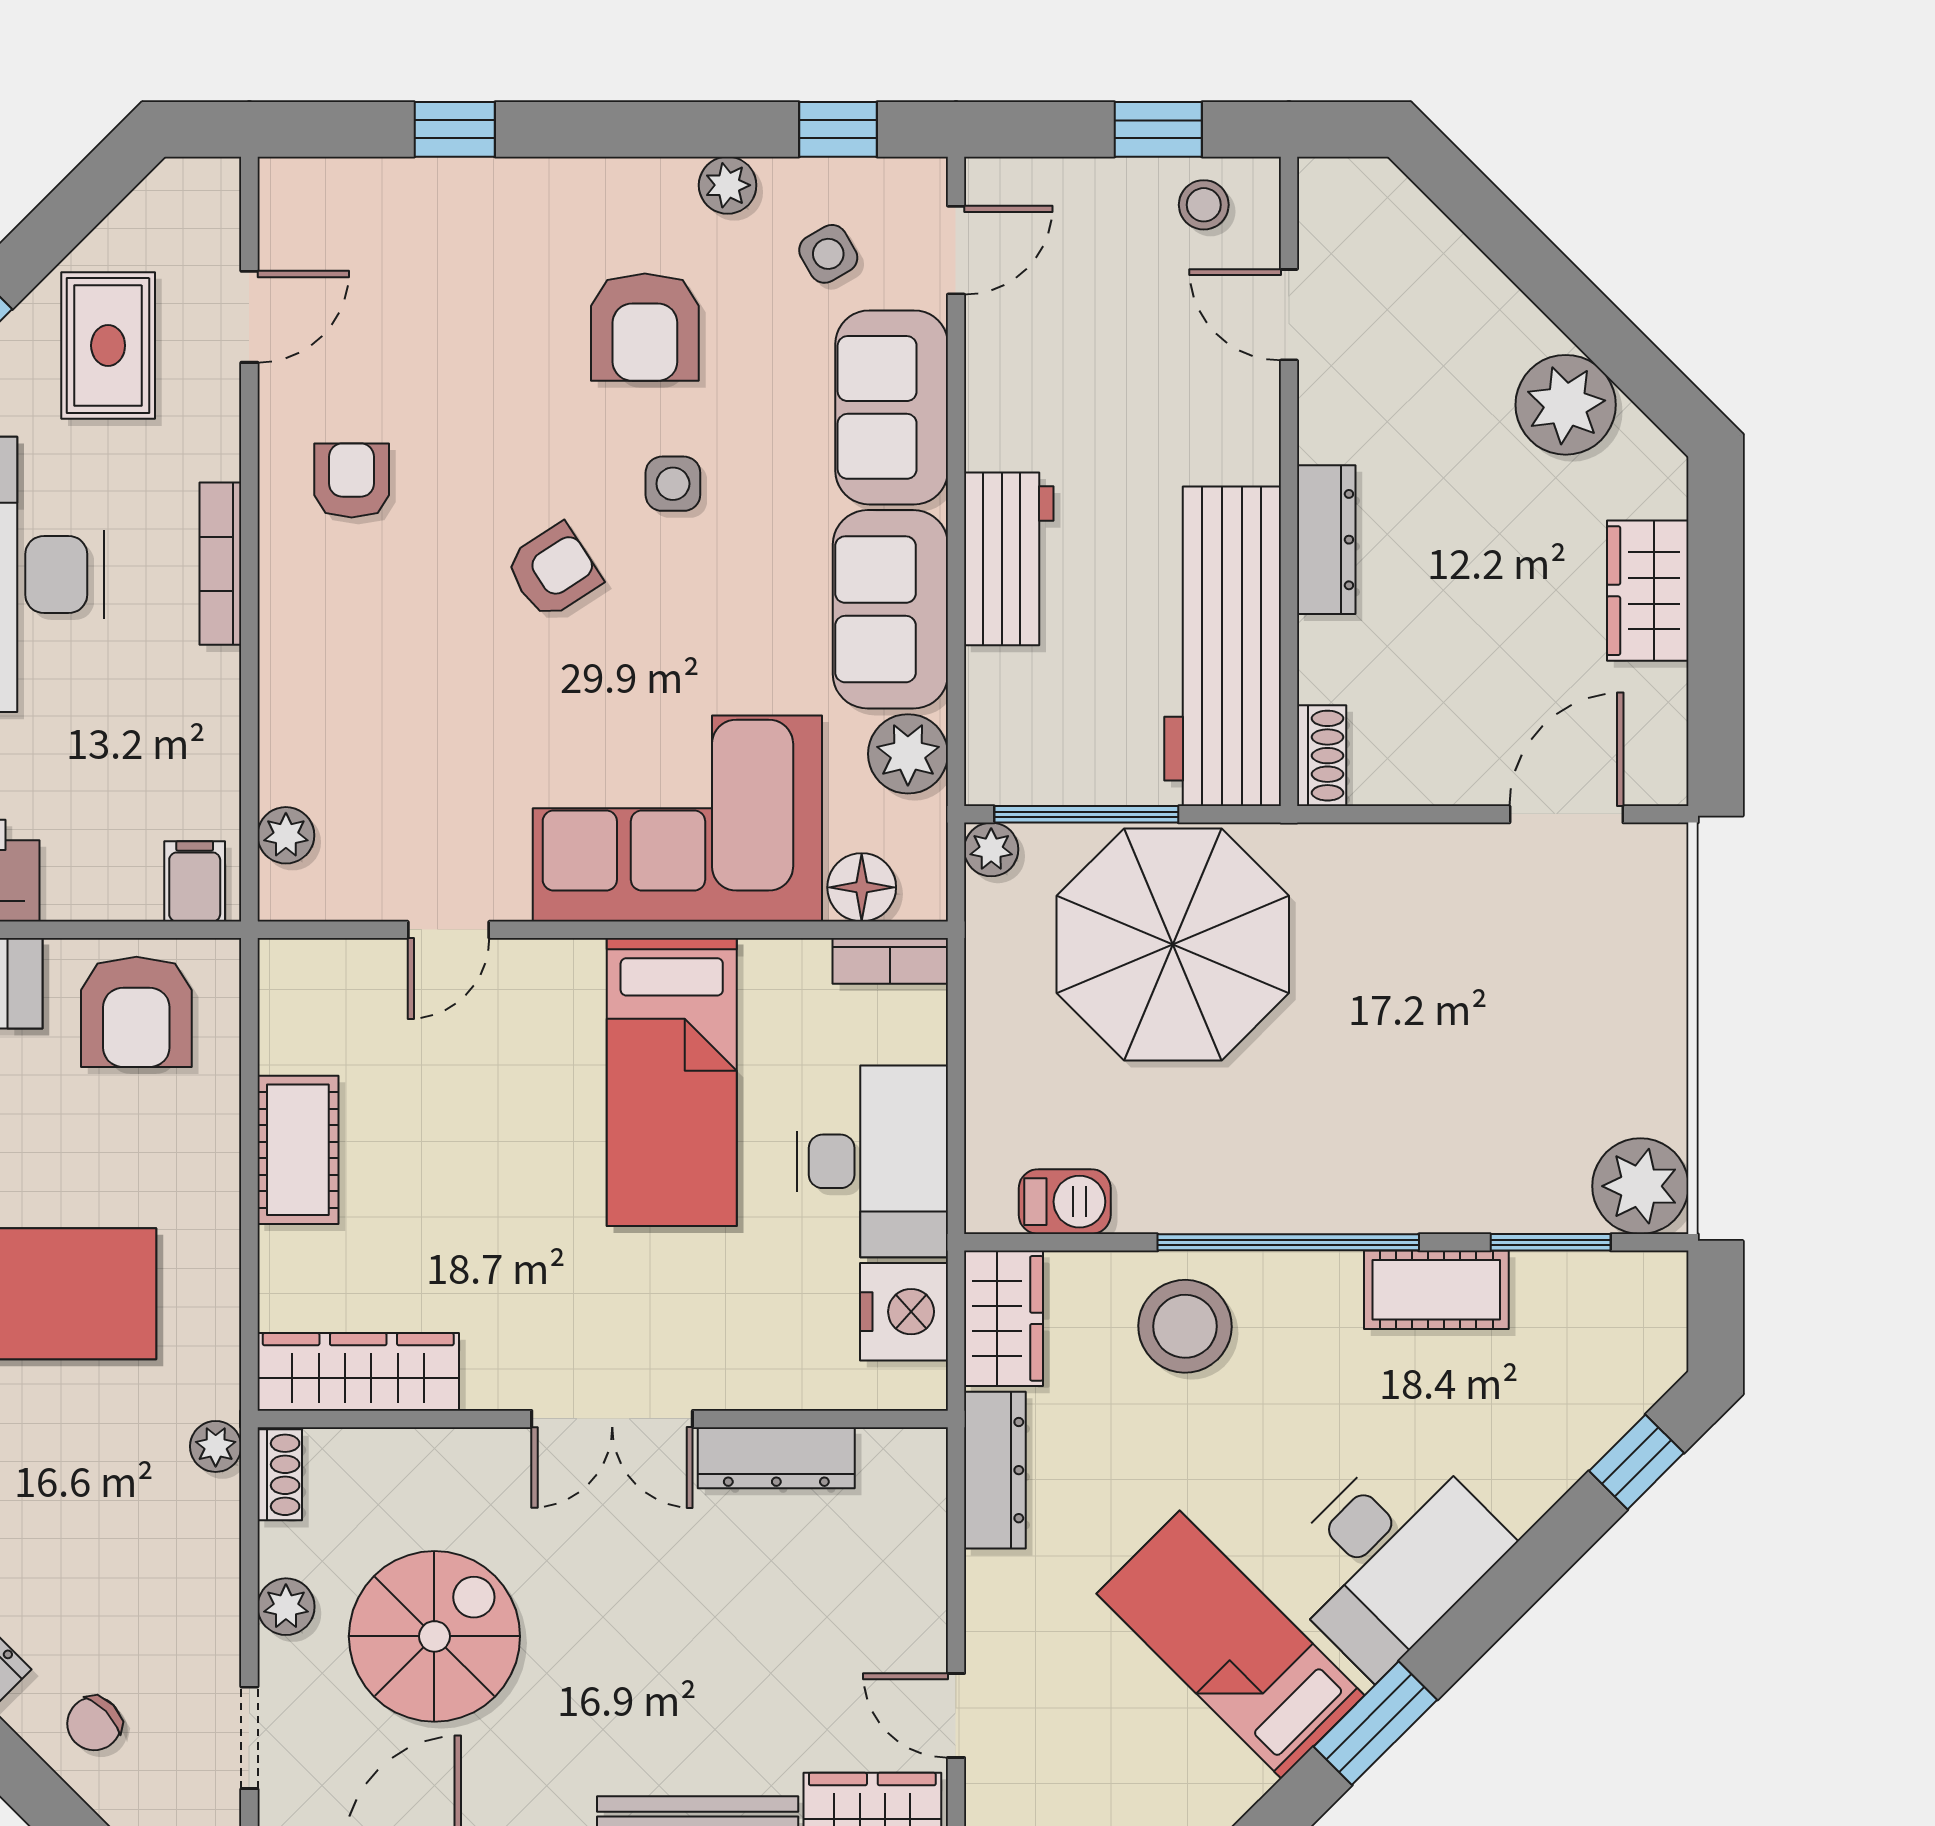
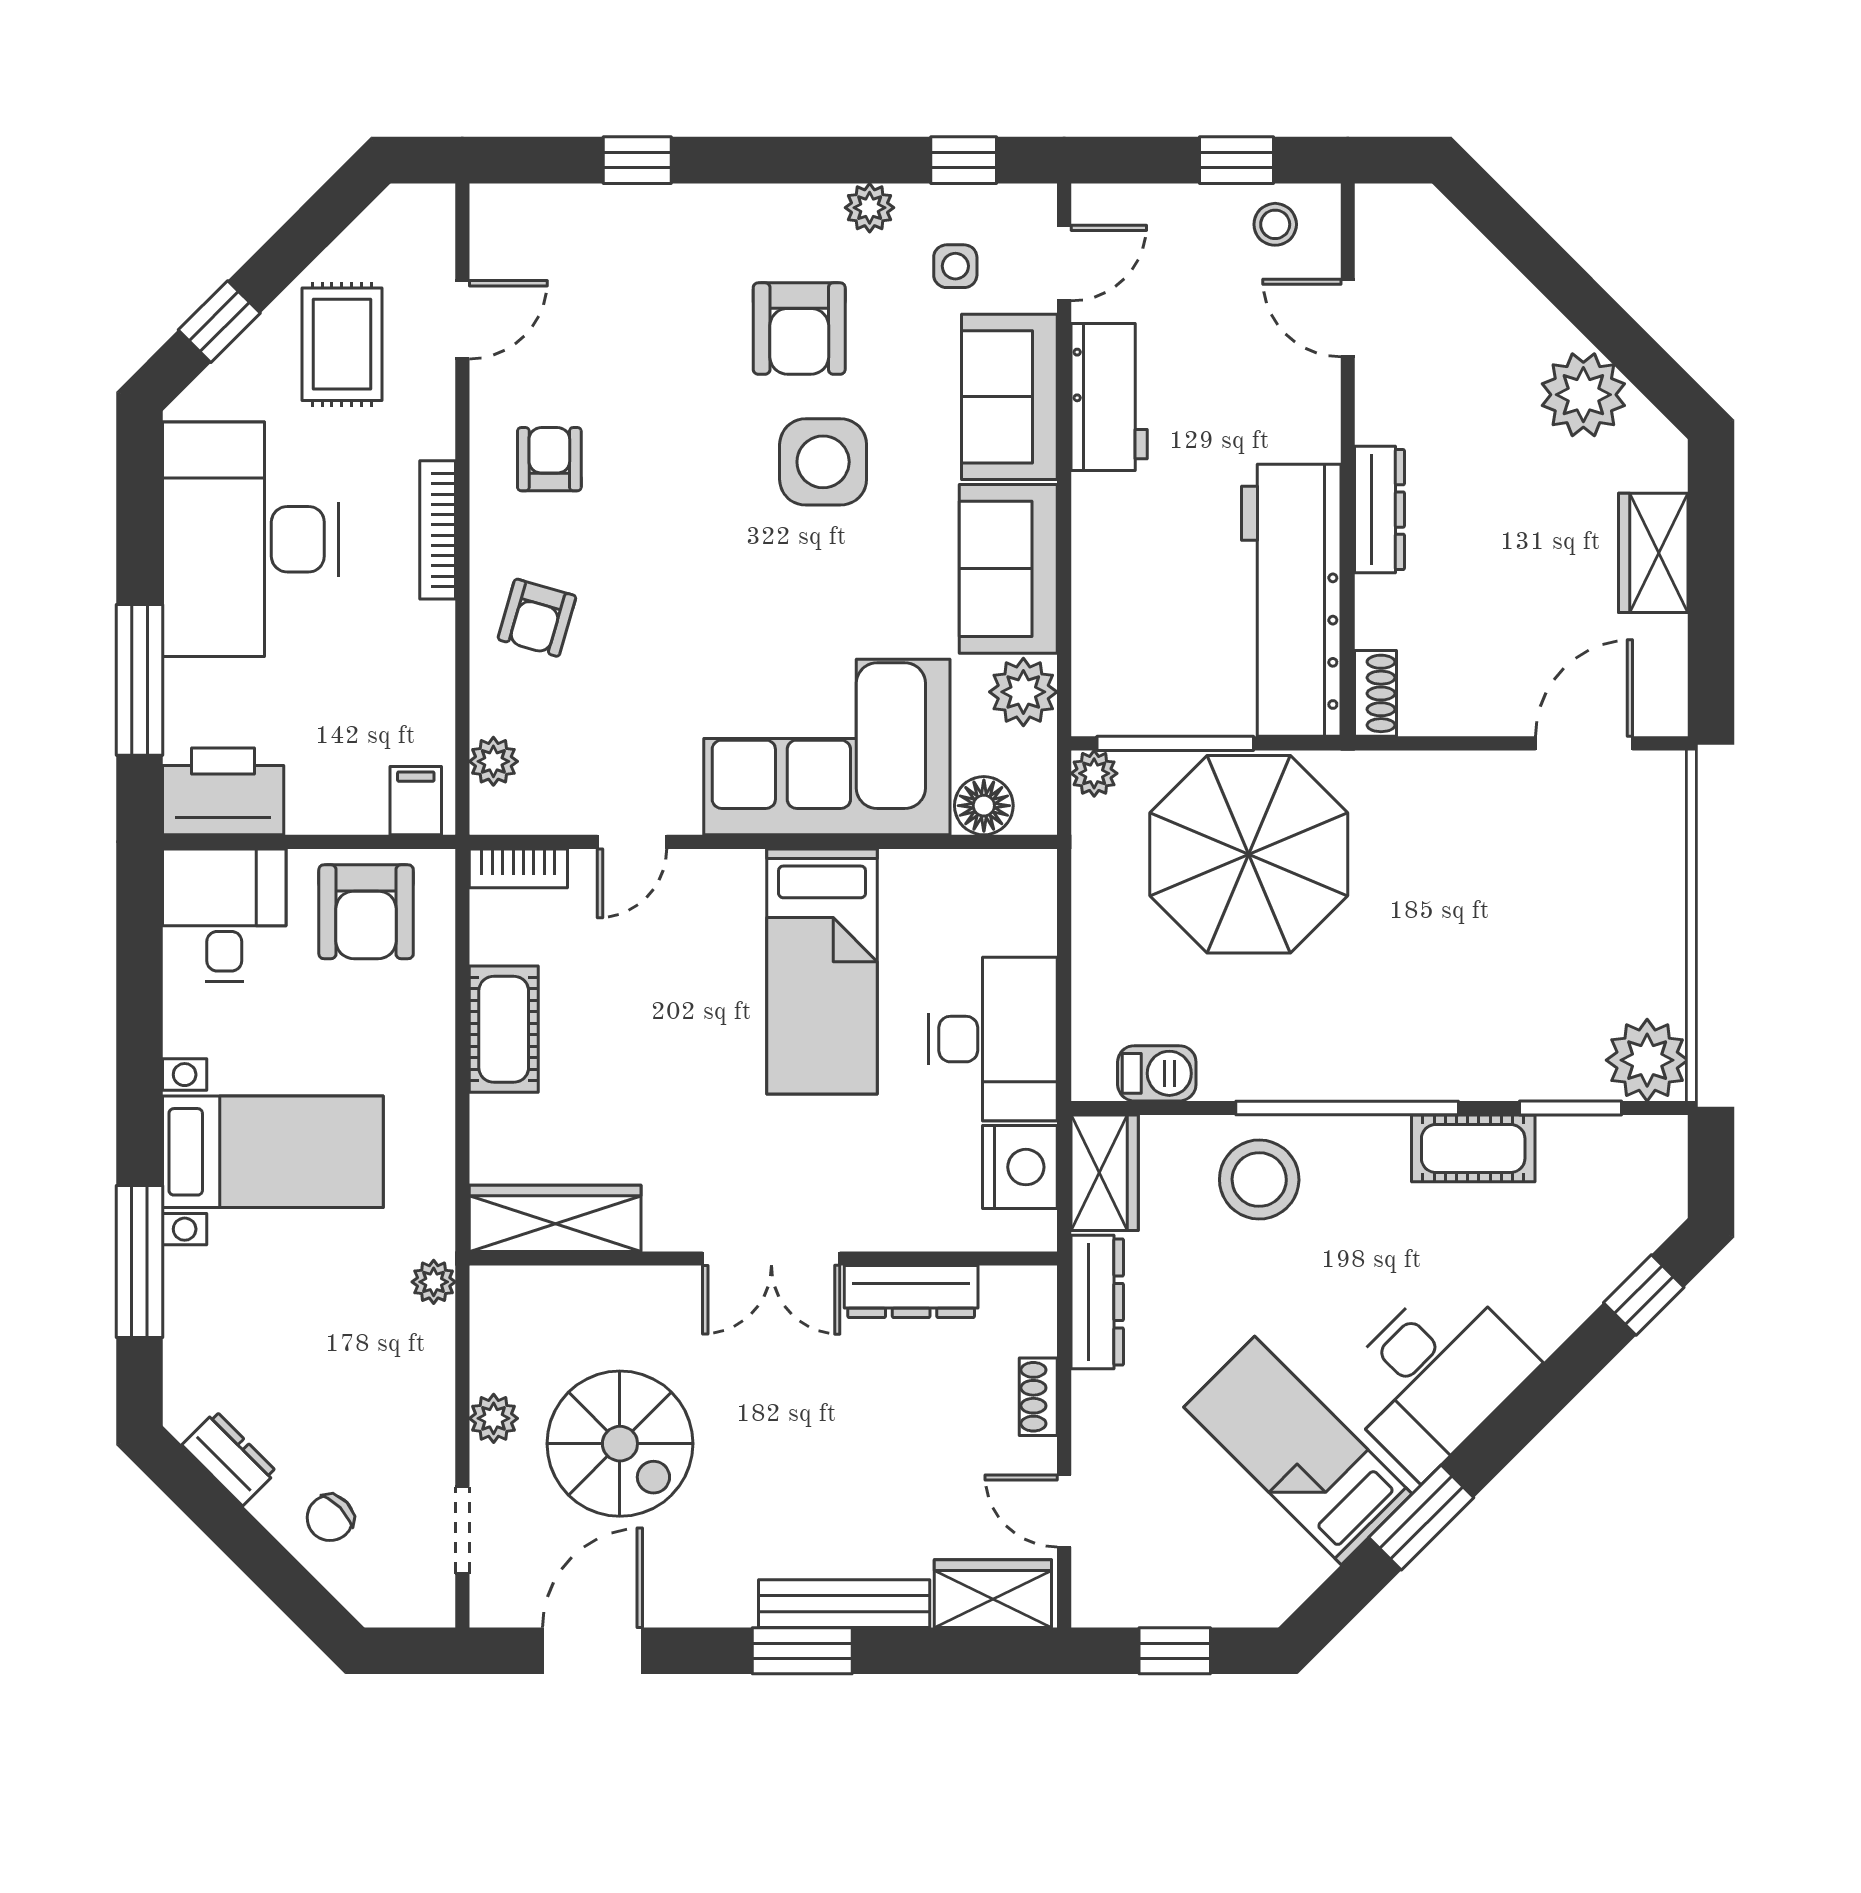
side table: (828, 254) -> (955, 266), turned 30
side table: (673, 484) -> (823, 462), width x1.87, depth x1.87
workbench: (1009, 559) -> (1109, 397), moved
armchair: (553, 571) -> (537, 618), moved, turned 139
bookcase: (890, 961) -> (518, 868), moved
shoe rack: (280, 1475) -> (1038, 1397), moved, turned 180
spiral stairs: (434, 1636) -> (620, 1444), turned 90

